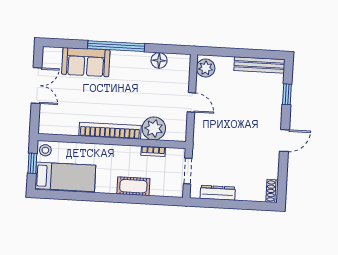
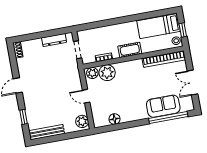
window: (116, 46) -> (168, 117), moved
bookcase: (110, 131) -> (164, 59), moved
plant: (175, 133) -> (92, 73), added
cot: (133, 186) -> (130, 50), moved

